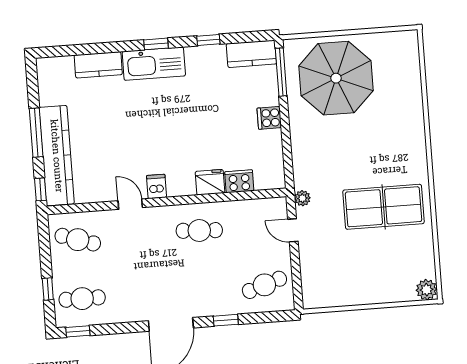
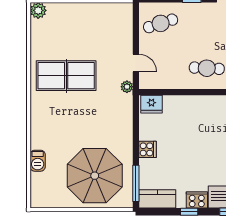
barbecue: (413, 92) -> (38, 161), added
cooker: (239, 181) -> (197, 200), moved, turned 180
fridge: (210, 182) -> (151, 104), moved

